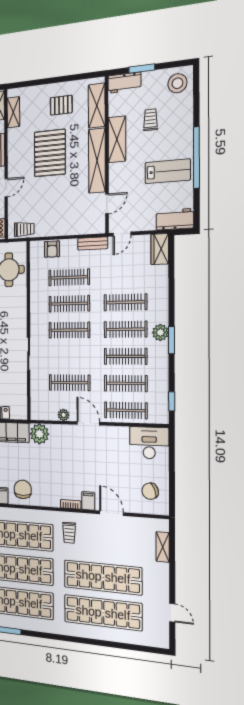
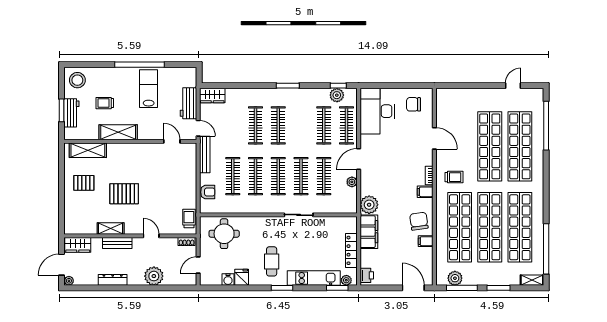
workbench: (124, 83) -> (71, 113), moved
pallet: (61, 105) -> (84, 183), turned 90
shelving: (13, 112) -> (111, 229), moved
pallet: (50, 153) -> (124, 194), width x0.73, depth x0.71
shelving: (97, 161) -> (134, 150), removed
workbench: (175, 219) -> (188, 103), moved
bench: (93, 243) -> (205, 155), width x1.36
plant: (160, 332) -> (337, 95), moved
clothes rail: (126, 356) -> (301, 176), moved
desk: (149, 443) -> (377, 111), width x1.36, depth x1.30
chair: (23, 489) -> (419, 221), turned 82
chair: (150, 491) -> (414, 104), turned 111
filing cabinet: (88, 501) -> (425, 192), moved
door: (111, 513) -> (434, 138), swing flipped
shelving: (163, 547) -> (459, 94), removed
window: (126, 646) -> (546, 126), added

